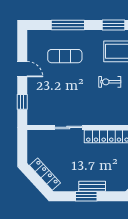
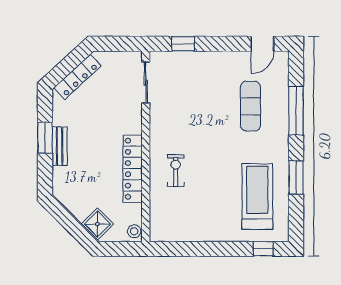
door: (22, 69) -> (262, 44), moved
exercise bike: (110, 82) -> (176, 170), moved
sliding door: (68, 127) -> (146, 83), moved

